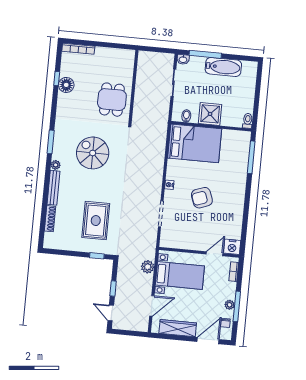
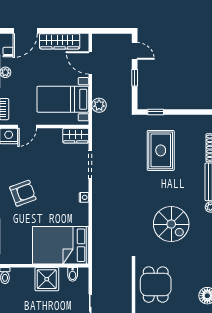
armchair: (202, 198) -> (23, 193), moved
wardrobe: (171, 241) -> (76, 136), added
door: (152, 306) -> (90, 63), hinge flipped

